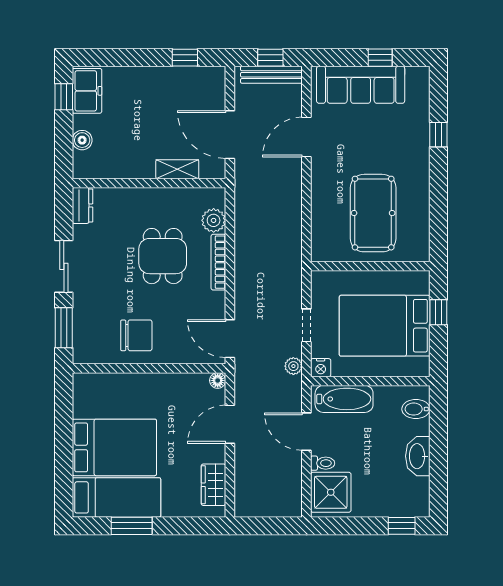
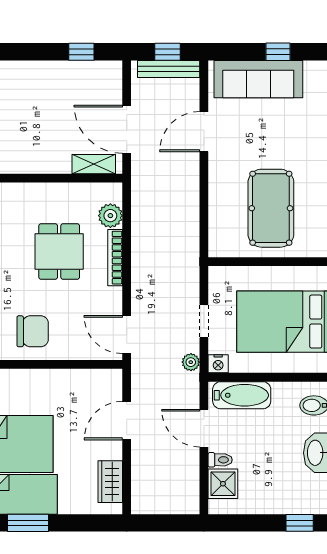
shelving: (177, 169) -> (94, 164), moved
floor lamp: (218, 380) -> (114, 377), removed
shower: (331, 492) -> (223, 484), width x0.73, depth x0.73

